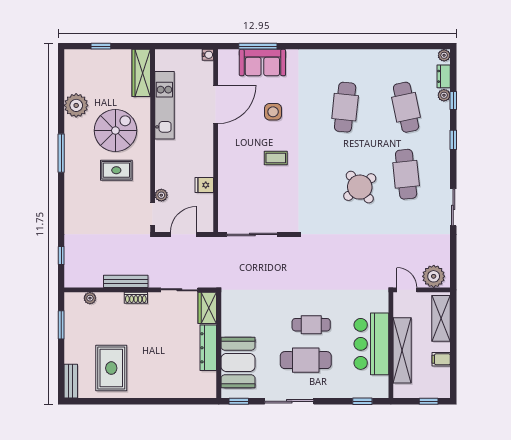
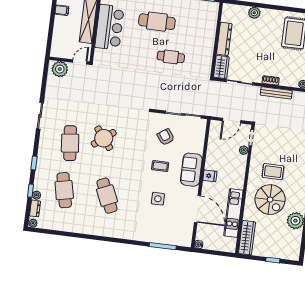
sofa: (262, 63) -> (191, 170), moved, turned -90
door: (216, 104) -> (197, 209), swing flipped
cafe table: (345, 107) -> (107, 196), turned -30
spiral stairs: (115, 131) -> (270, 200), turned -90
fridge: (204, 185) -> (210, 176), moved
armchair: (273, 200) -> (166, 137), added
door: (407, 290) -> (80, 62), swing flipped
shelving: (441, 318) -> (58, 39), removed
cafe table: (311, 325) -> (171, 57), moved
booth: (238, 363) -> (205, 26), removed
plant: (171, 390) -> (254, 13), added

